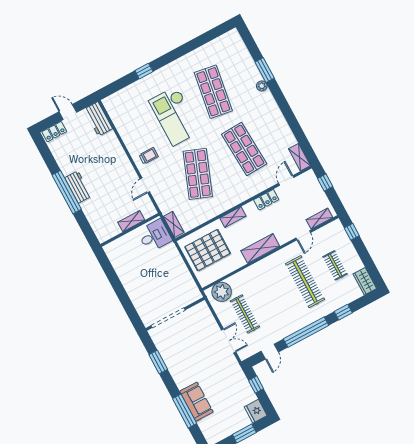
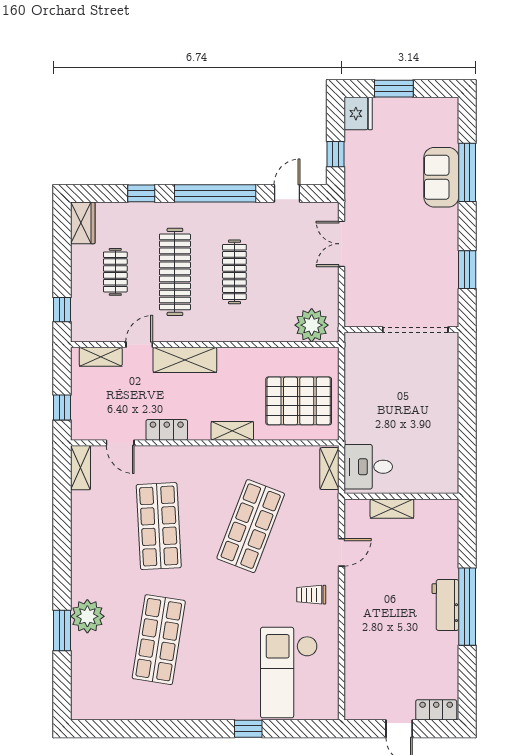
plant: (262, 86) -> (87, 616), width x1.87, depth x1.87
checkout: (175, 116) -> (289, 673), moved, turned 180
workbench: (98, 119) -> (358, 693), removed
door: (286, 180) -> (120, 443), hinge flipped
shelving: (260, 248) -> (185, 360), moved
clothes rail: (245, 314) -> (234, 272), moved

